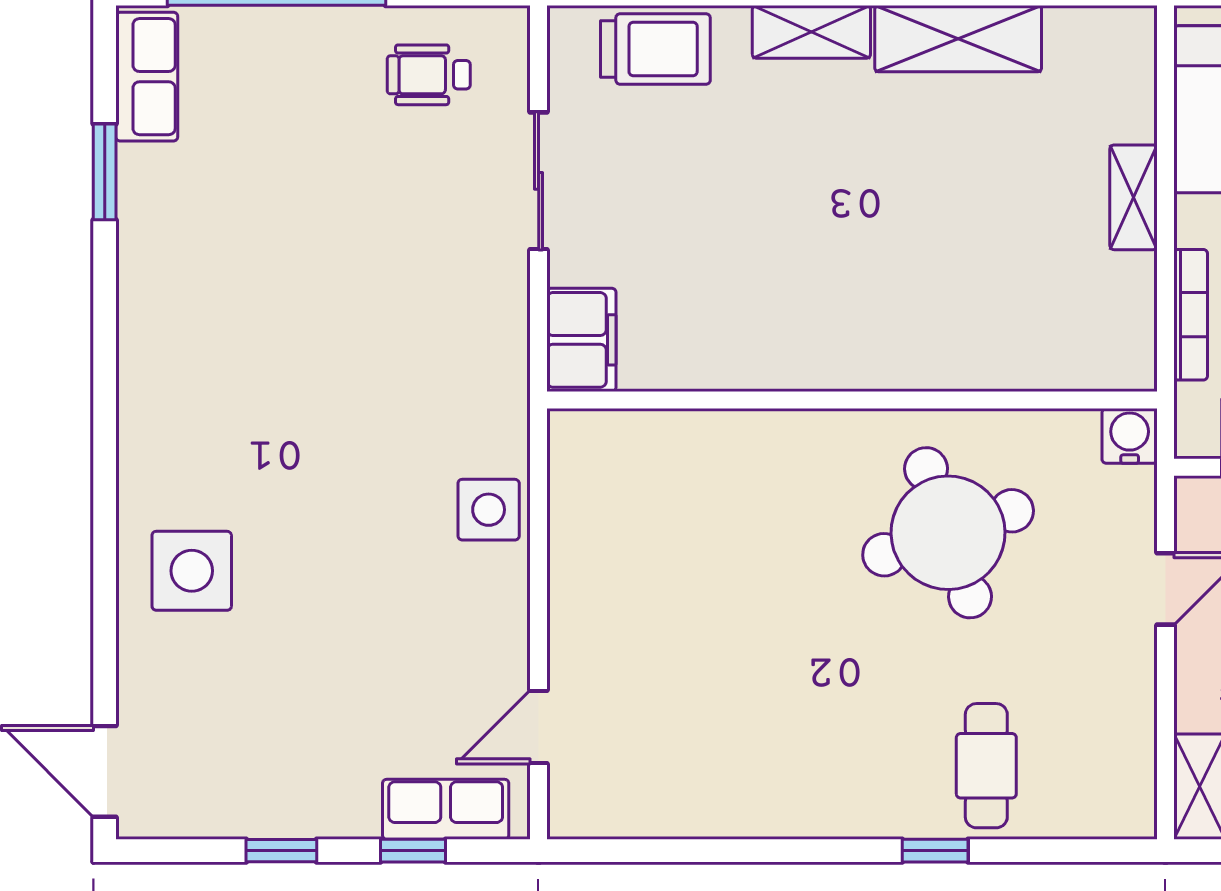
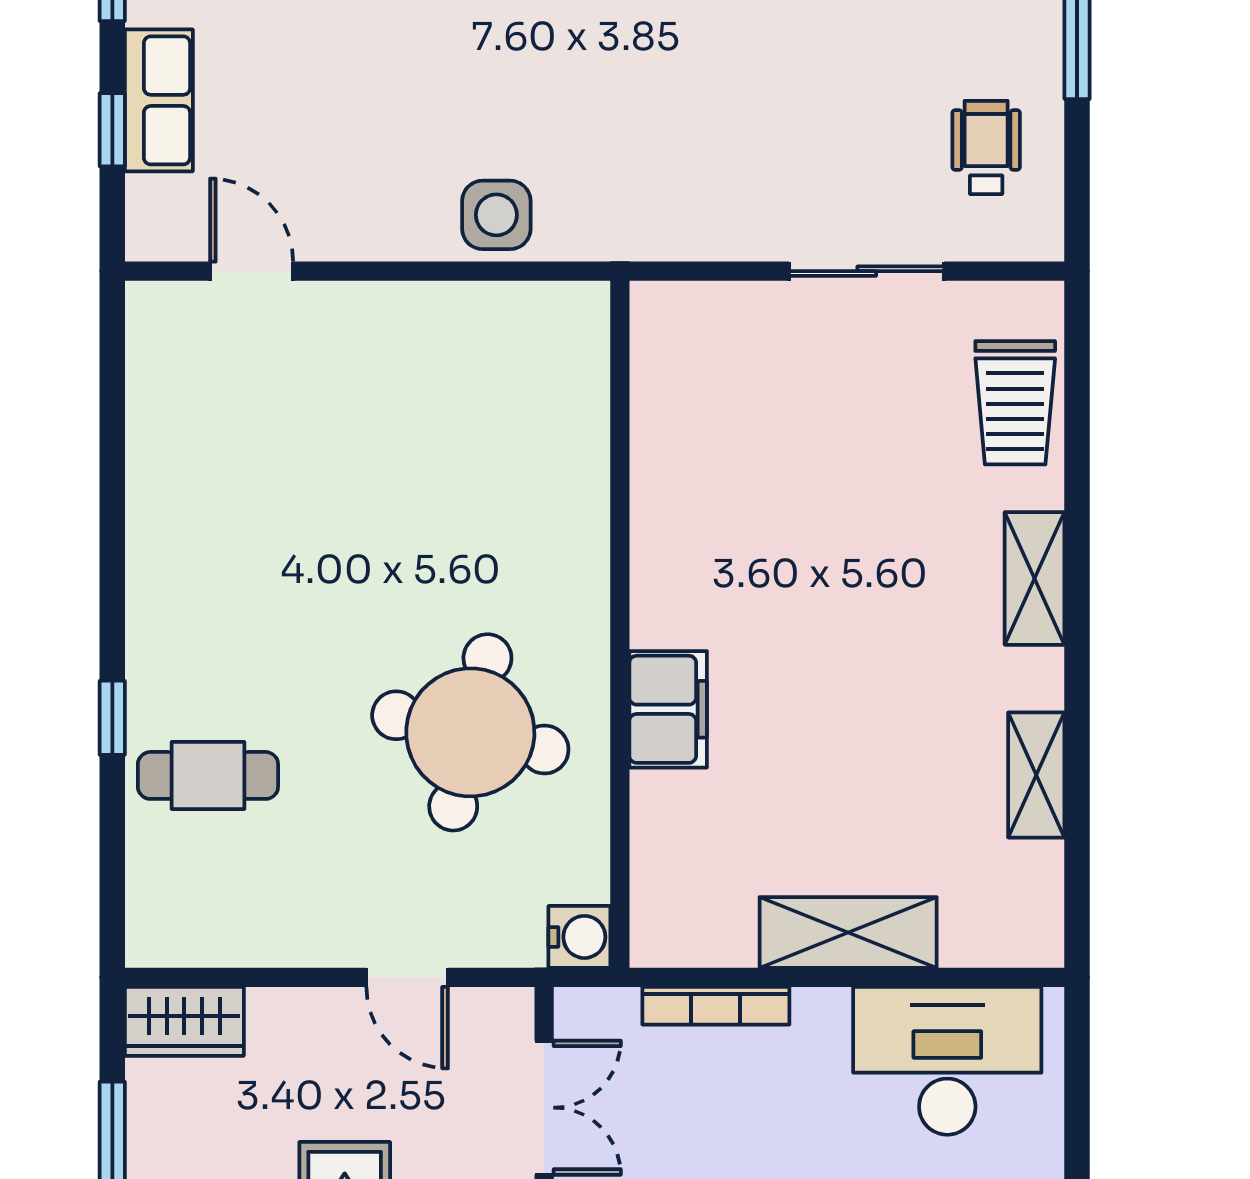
shelving: (958, 39) -> (1036, 775), width x0.67, depth x0.75
shelving: (1134, 197) -> (848, 932), width x1.50, depth x1.33
filing cabinet: (581, 340) -> (668, 709), moved, turned -90
round table: (948, 533) -> (470, 732), turned 32
row of seats: (446, 809) -> (159, 100), moved

